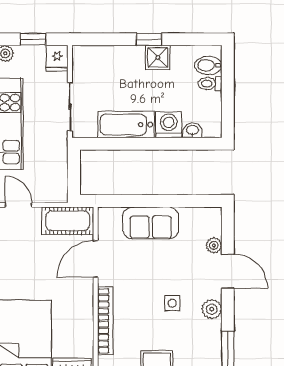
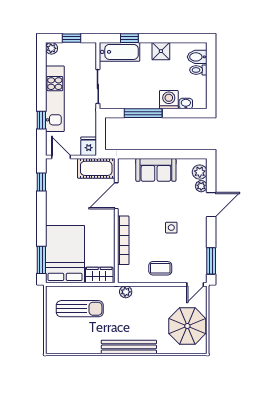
window: (149, 39) -> (129, 38), moved
fridge: (57, 58) -> (89, 146), moved, turned 180
bathtub: (126, 125) -> (120, 52), moved, turned 180
window: (133, 144) -> (143, 113), added
door: (228, 271) -> (211, 205), hinge flipped
plant: (212, 309) -> (200, 172), moved

